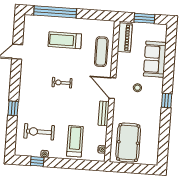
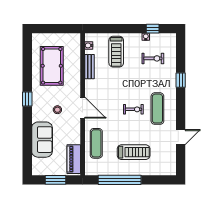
window: (55, 12) -> (120, 180), moved
exercise mat: (38, 82) -> (157, 109), added
bench: (104, 113) -> (89, 67), moved
exercise bike: (39, 132) -> (153, 58), width x0.73, depth x0.72
pool table: (128, 142) -> (52, 66), moved

